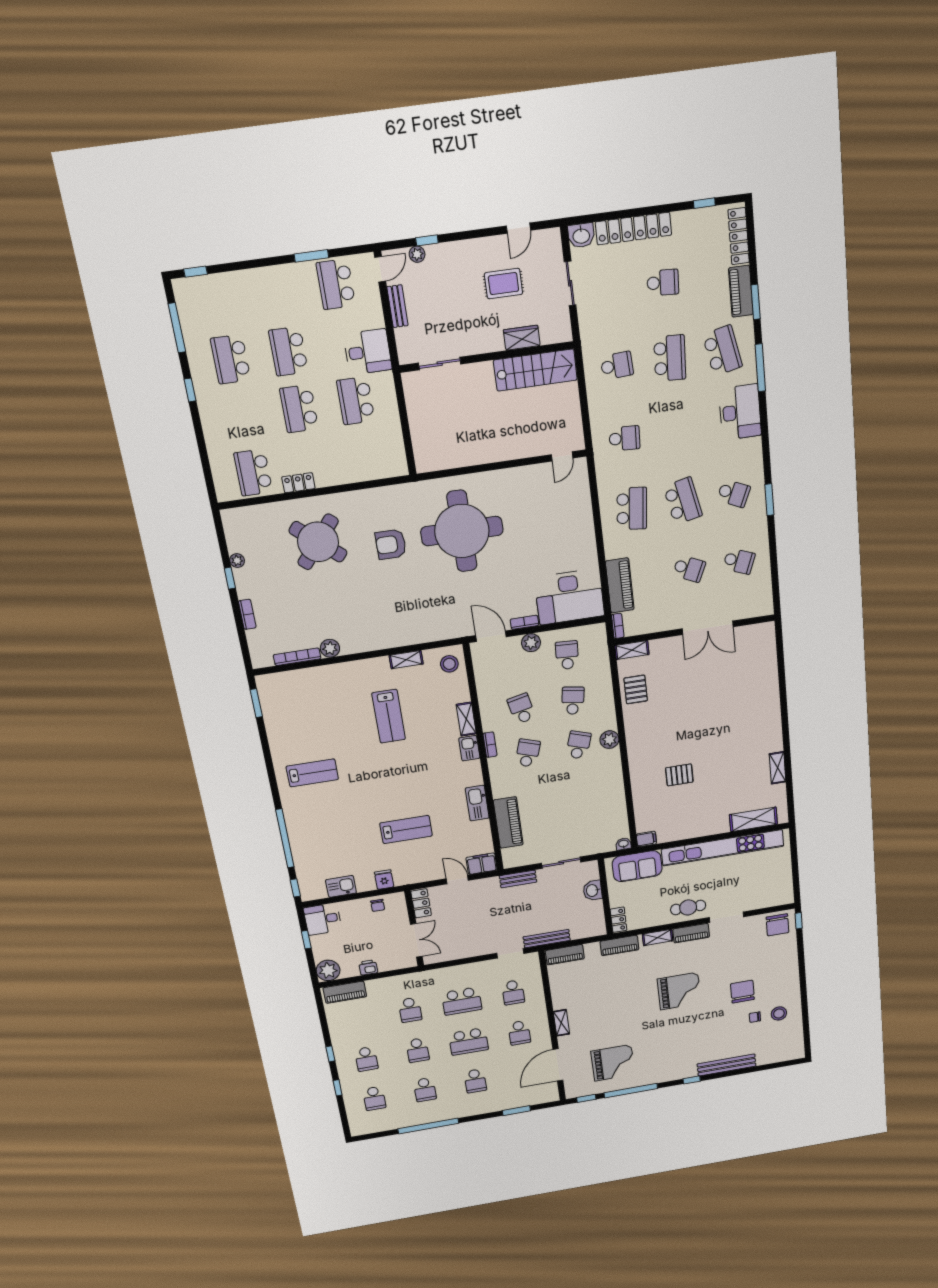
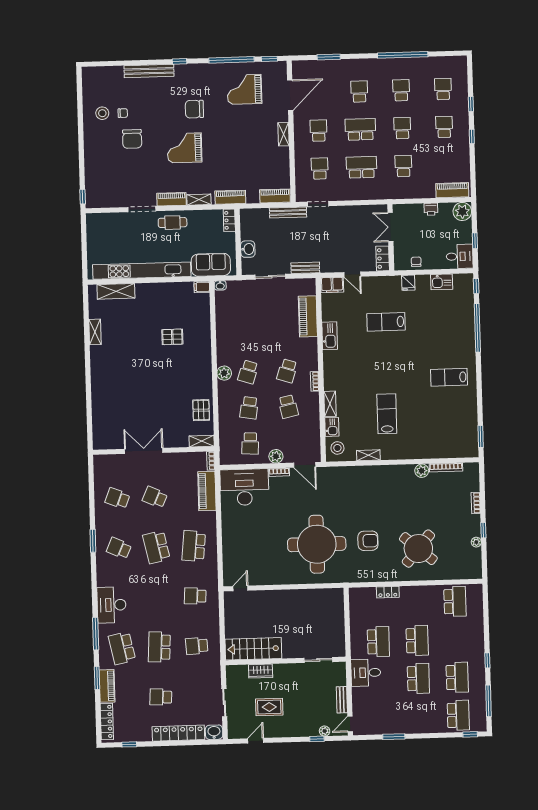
school desk: (336, 284) -> (458, 715), moved
locker: (298, 483) -> (388, 592), moved
kitchen sink: (469, 748) -> (332, 427), moved
chair: (777, 925) -> (194, 109), moved, turned -90

